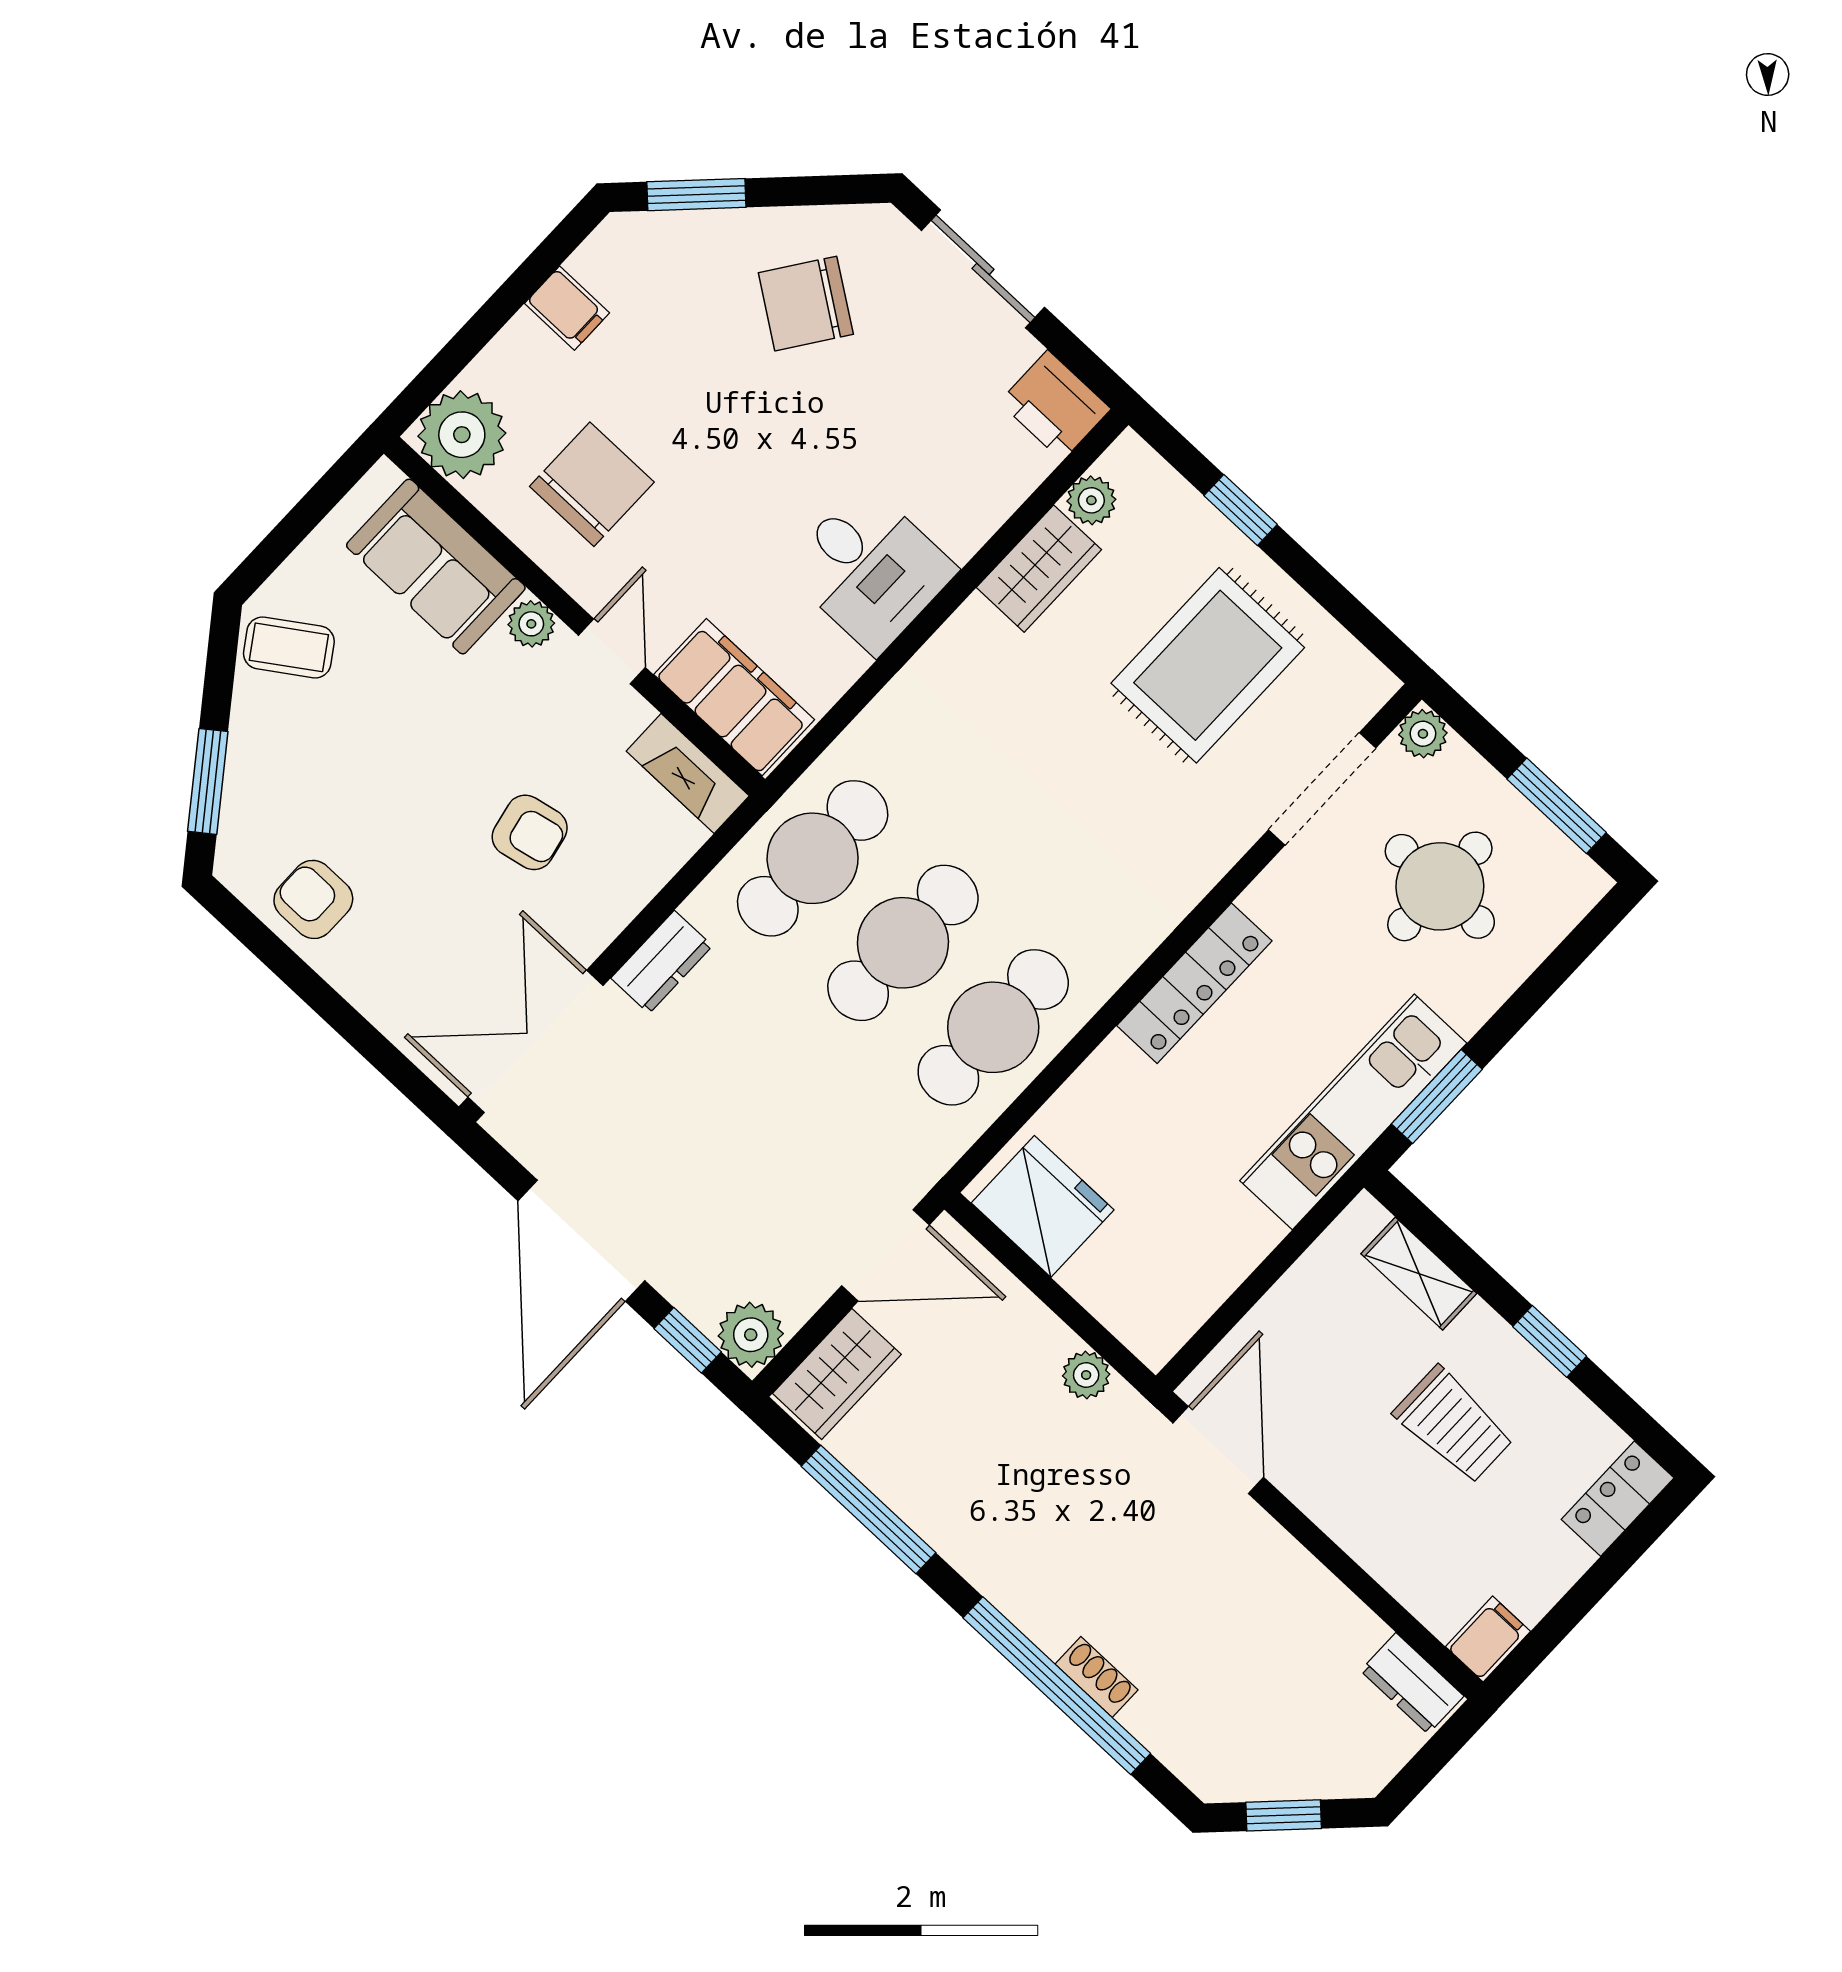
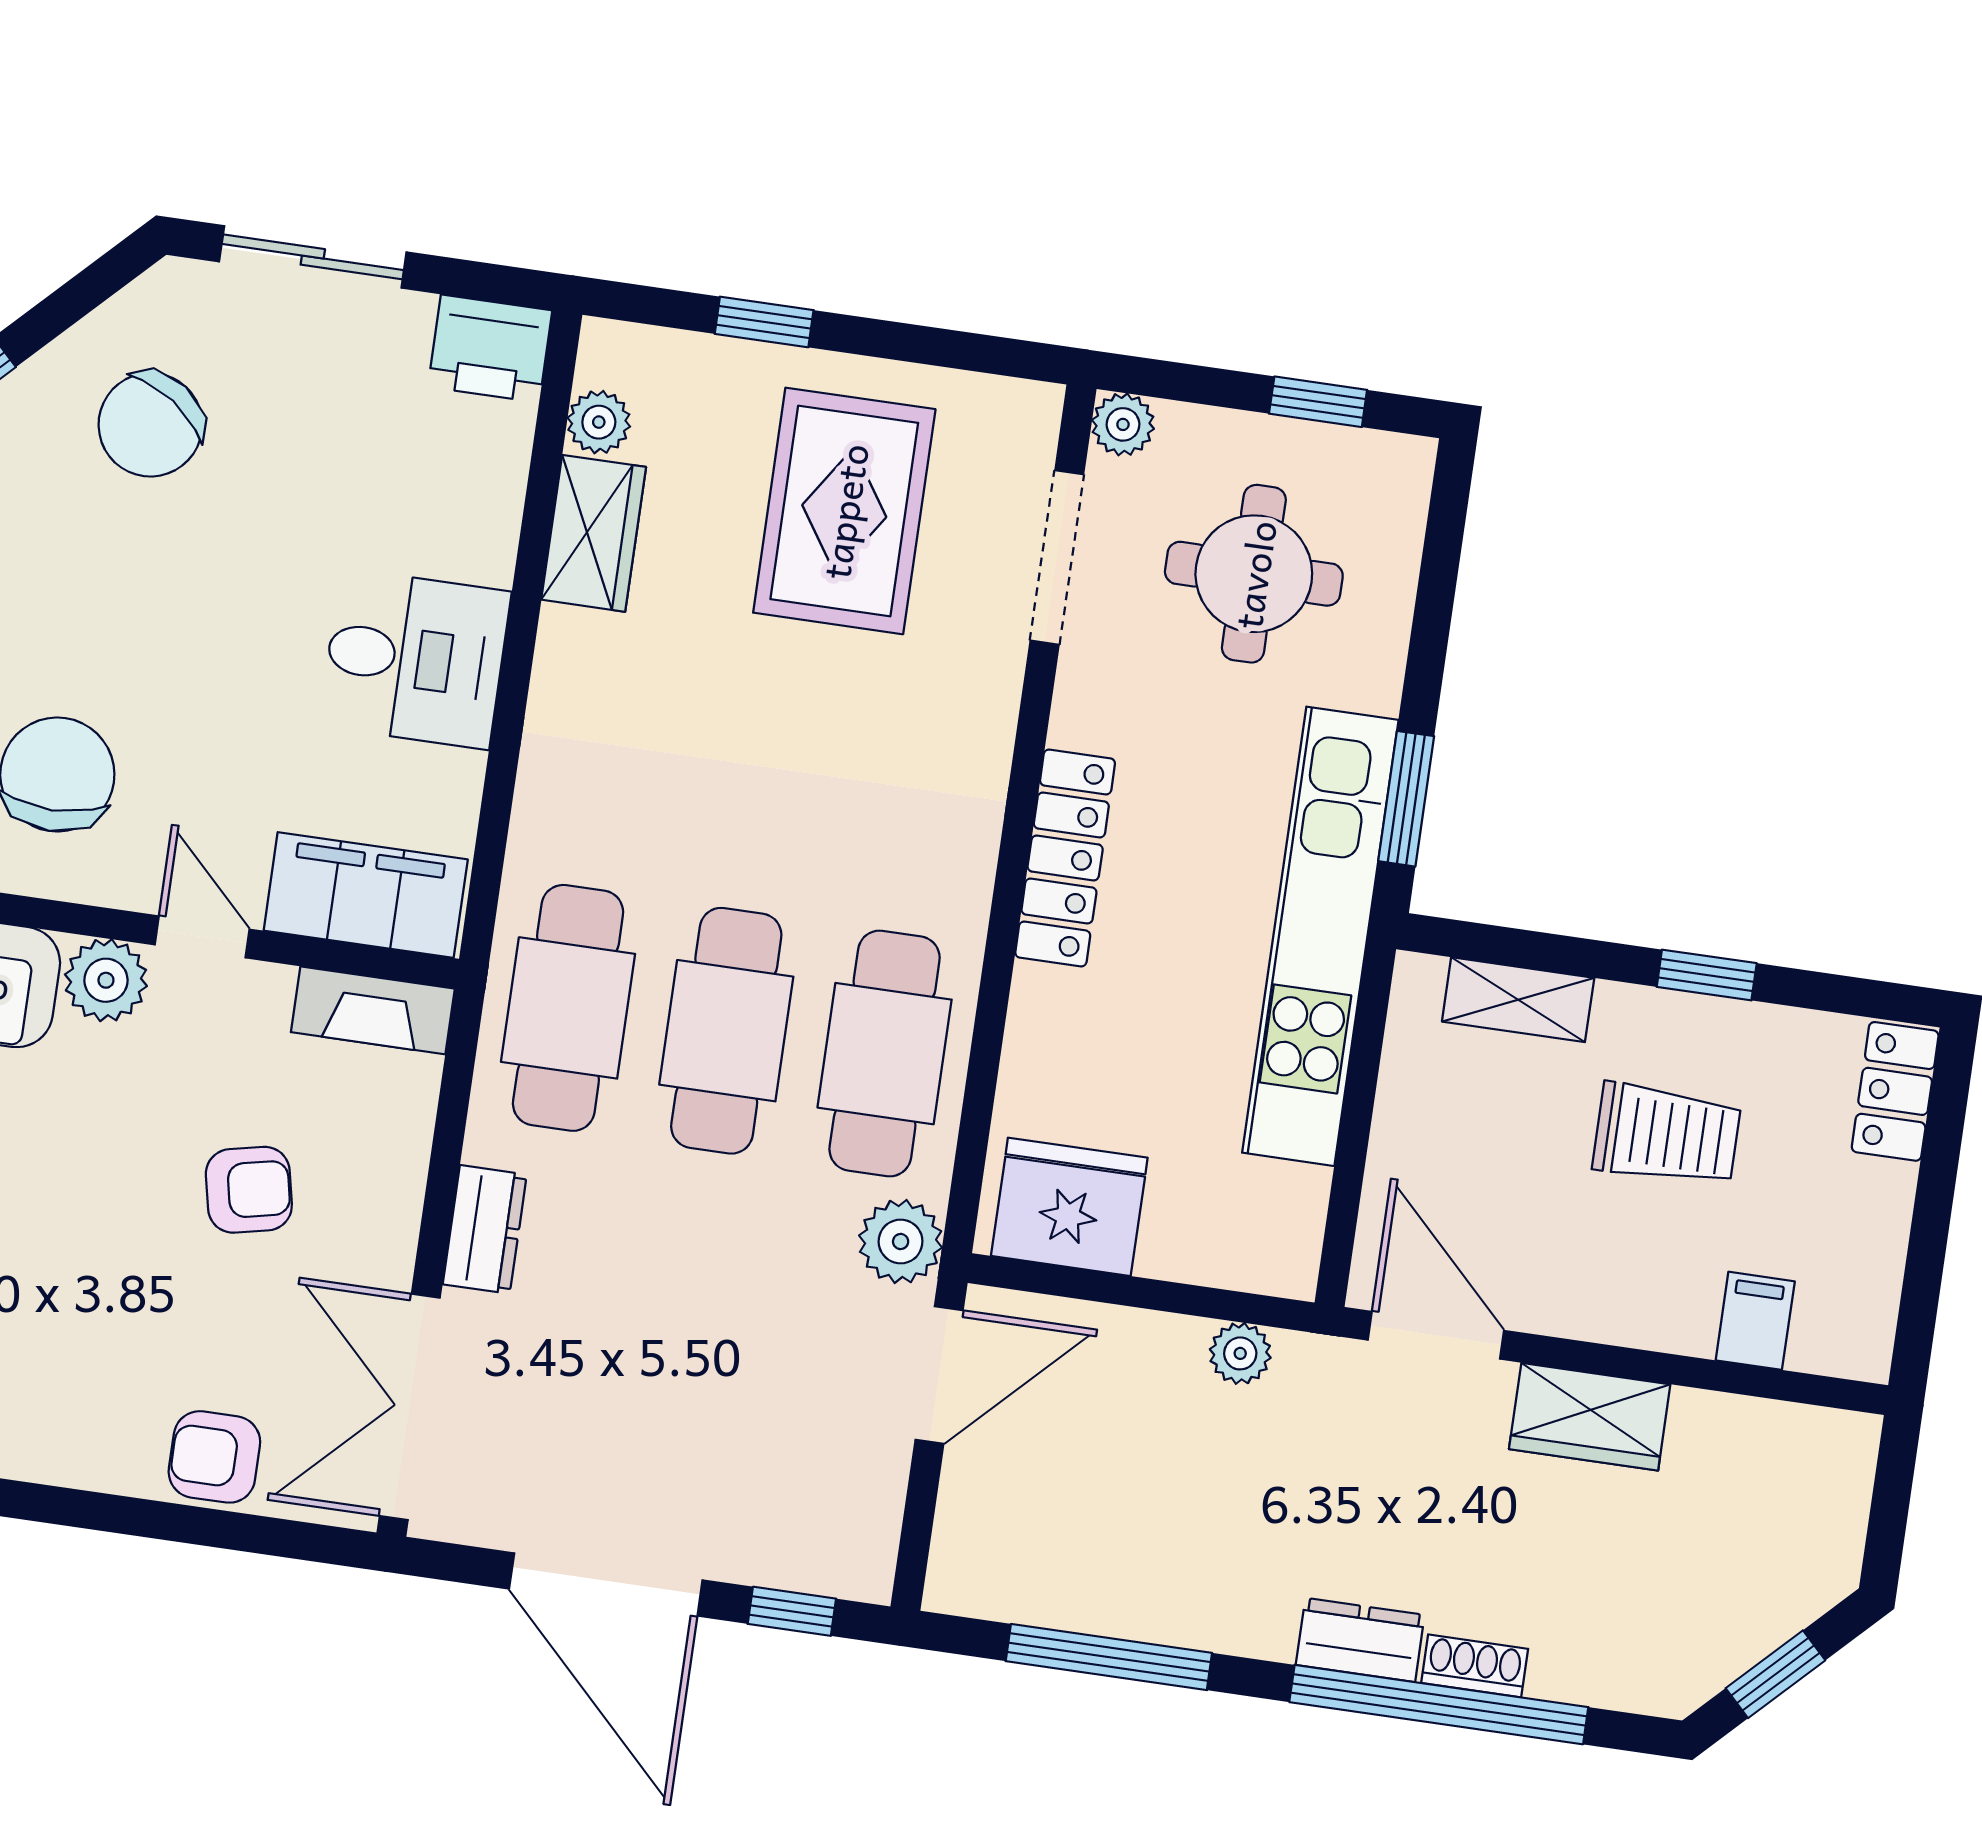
plant: (531, 624) -> (106, 980), width x1.38, depth x1.38
window: (1557, 806) -> (1318, 402), width x0.67
armchair: (313, 899) -> (214, 1457), moved
kitchen unit: (1353, 1112) -> (1320, 936), width x1.36
plant: (751, 1335) -> (901, 1242), moved
wardrobe: (837, 1374) -> (1590, 1417), moved, turned 90
filing cabinet: (1488, 1639) -> (1755, 1321), moved
dresser: (1412, 1683) -> (1360, 1640), moved, turned 180

